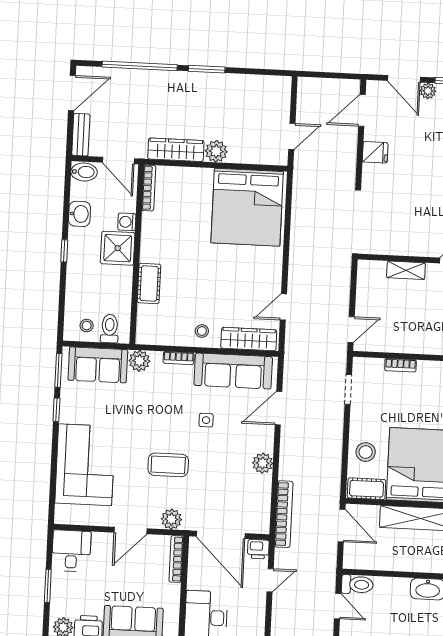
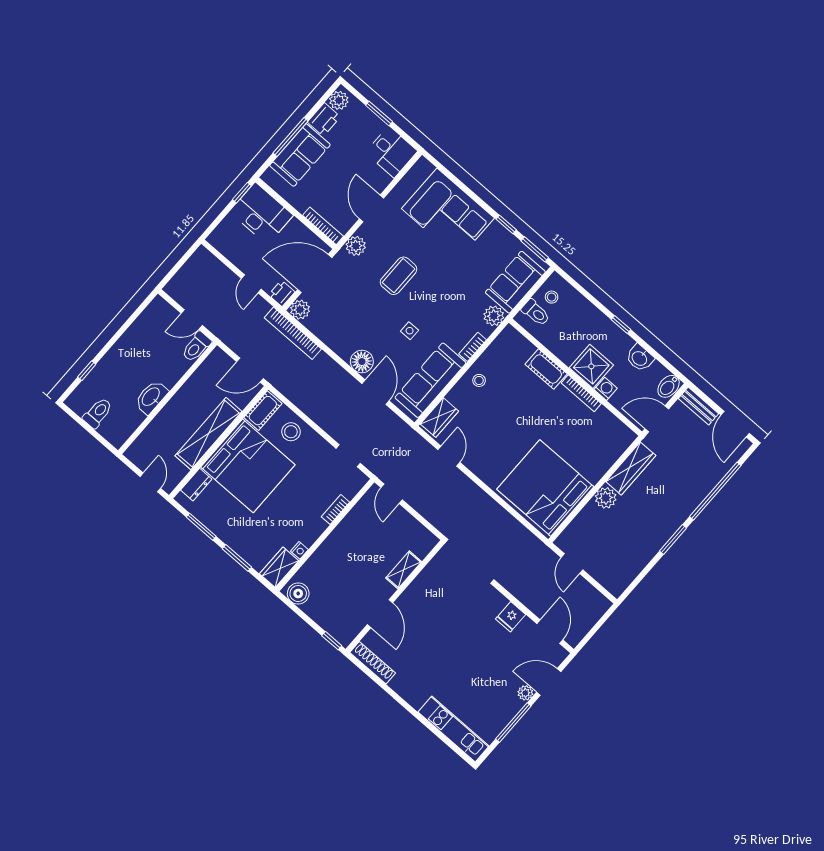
bookcase: (149, 188) -> (581, 393), moved
wardrobe: (249, 339) -> (439, 418), width x0.67
floor lamp: (262, 439) -> (362, 362), added
plant: (263, 463) -> (300, 310), moved

